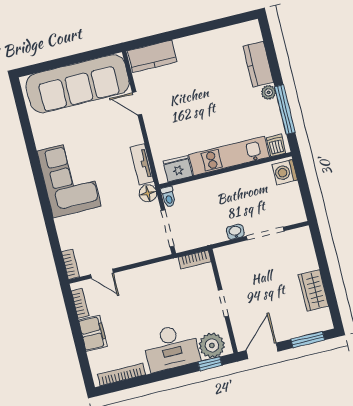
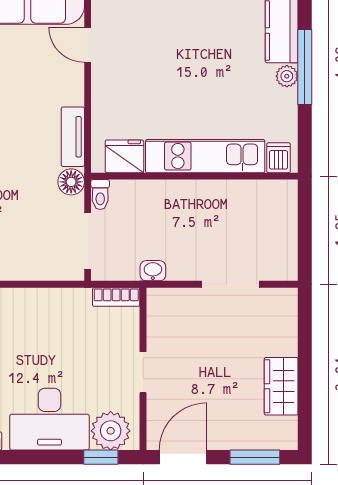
window: (285, 109) -> (305, 67), moved
washing machine: (285, 172) -> (282, 200), removed
washbasin: (235, 232) -> (153, 271), moved

